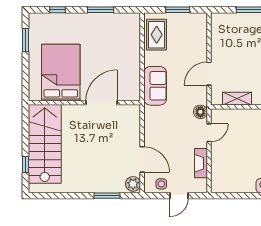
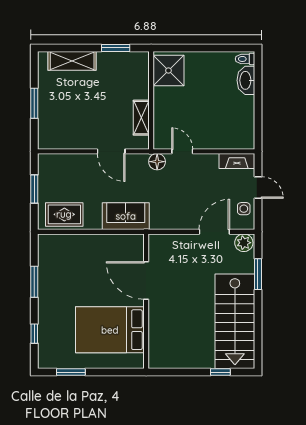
stairs: (45, 144) -> (235, 321), moved, turned -90
fireplace: (201, 163) -> (237, 161), moved

